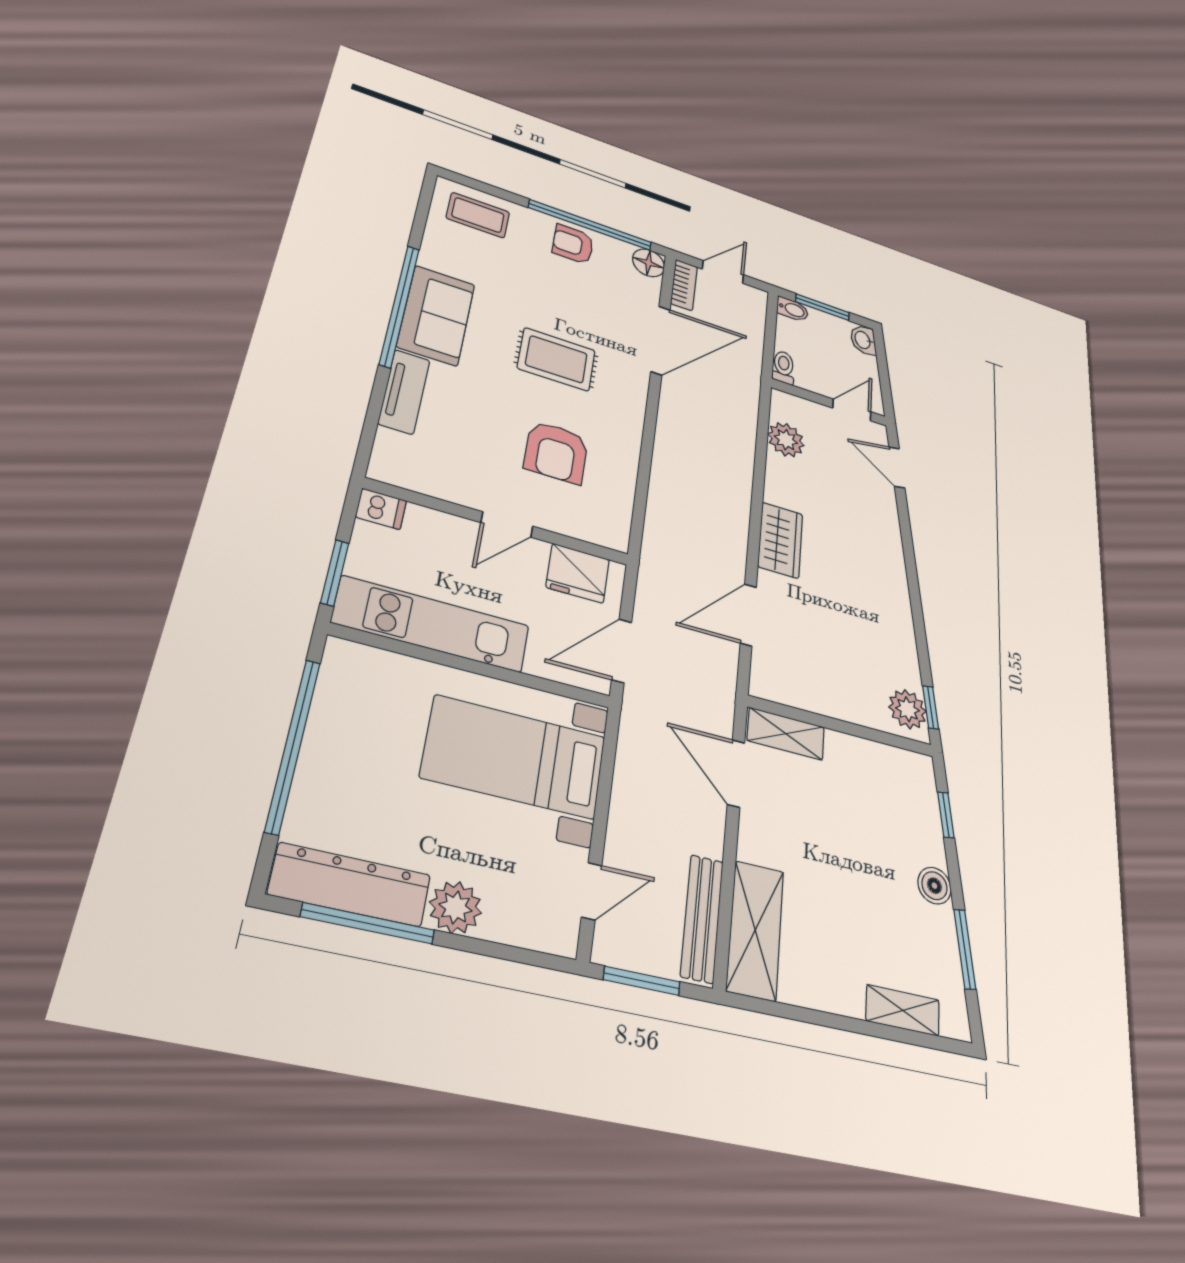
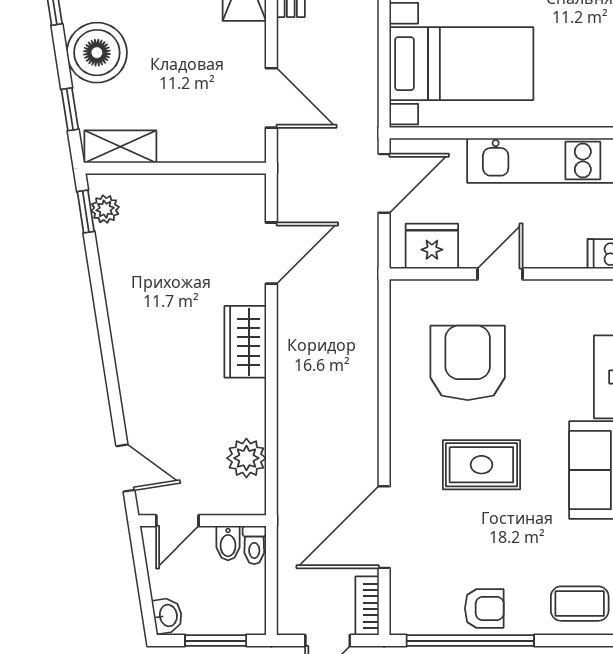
floor lamp: (649, 263) -> (406, 618), removed
bidet: (792, 309) -> (228, 543), moved, turned -90
armchair: (556, 452) -> (468, 363), width x1.36, depth x1.36
plant: (908, 709) -> (105, 209), width x0.73, depth x0.73
shelving: (786, 734) -> (120, 147), moved
boiler: (934, 886) -> (97, 53), width x1.86, depth x1.86

